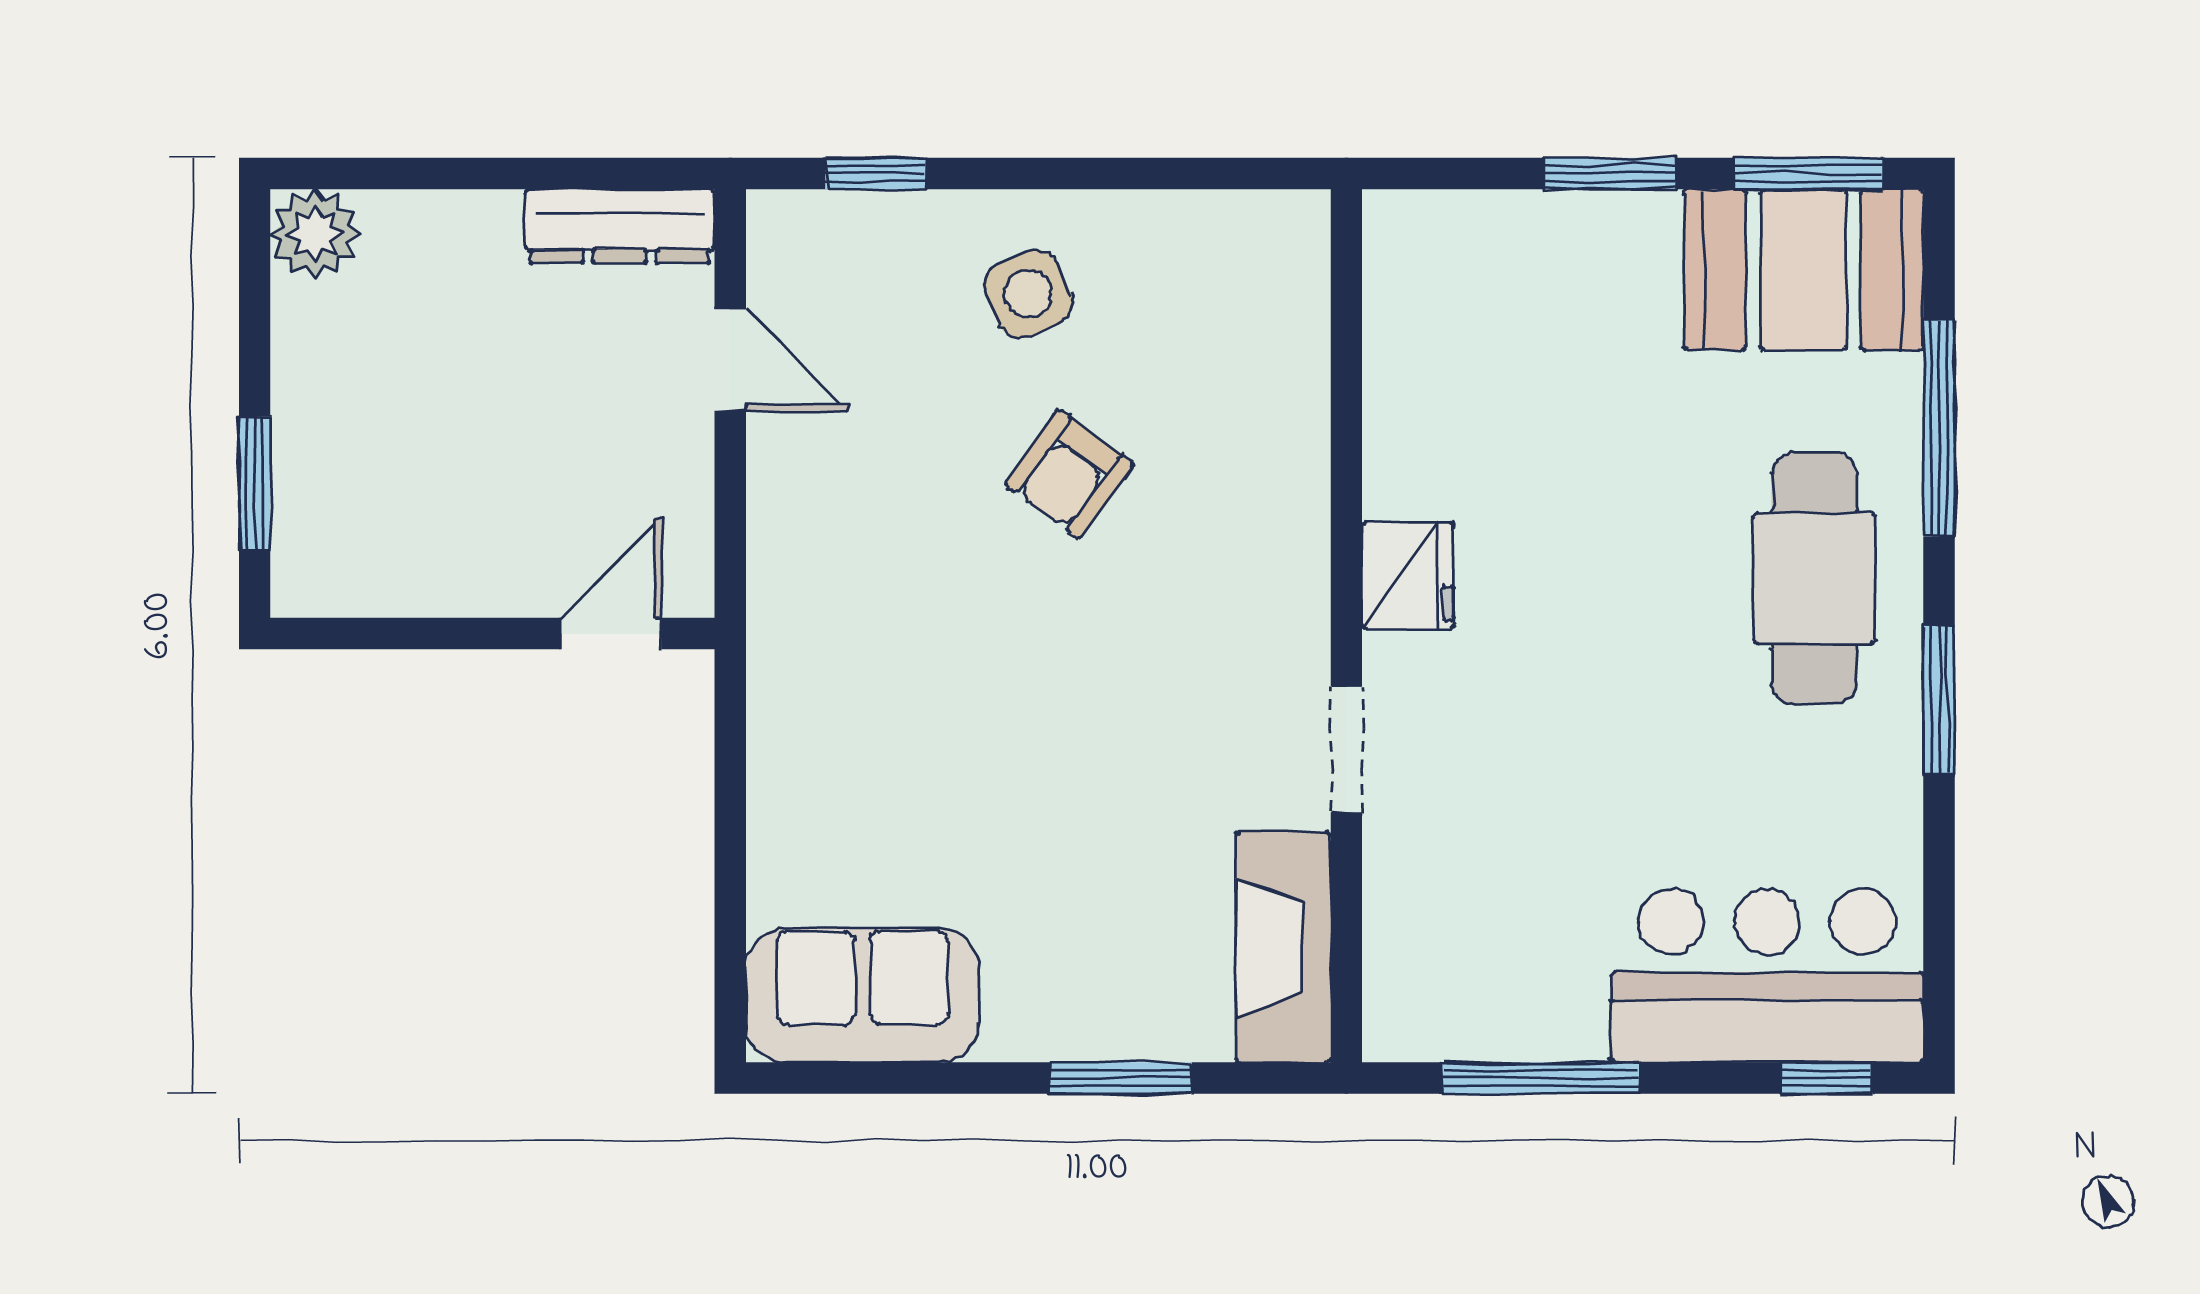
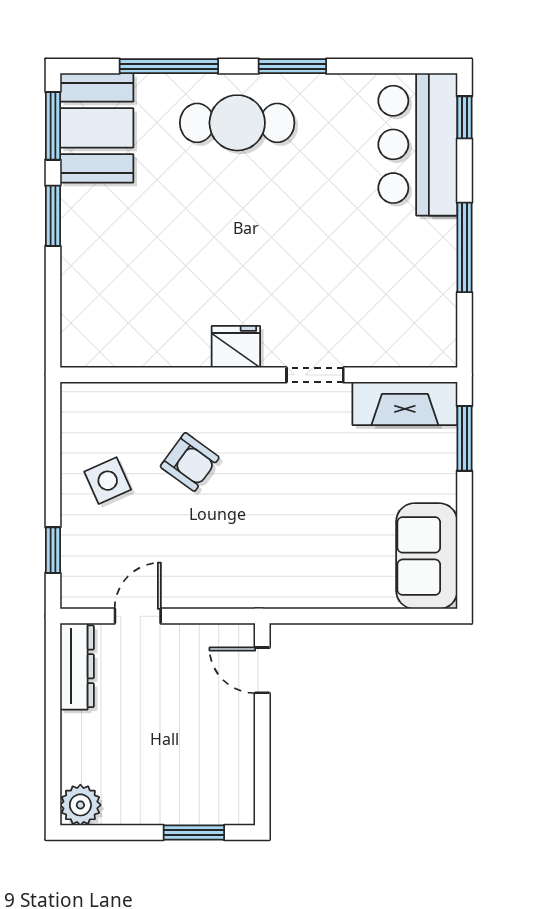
fridge: (1408, 576) -> (236, 347), moved
wall: (1346, 626) -> (259, 375), moved
doorway: (1346, 749) -> (315, 375), moved
fireplace: (1283, 947) -> (405, 403), moved

